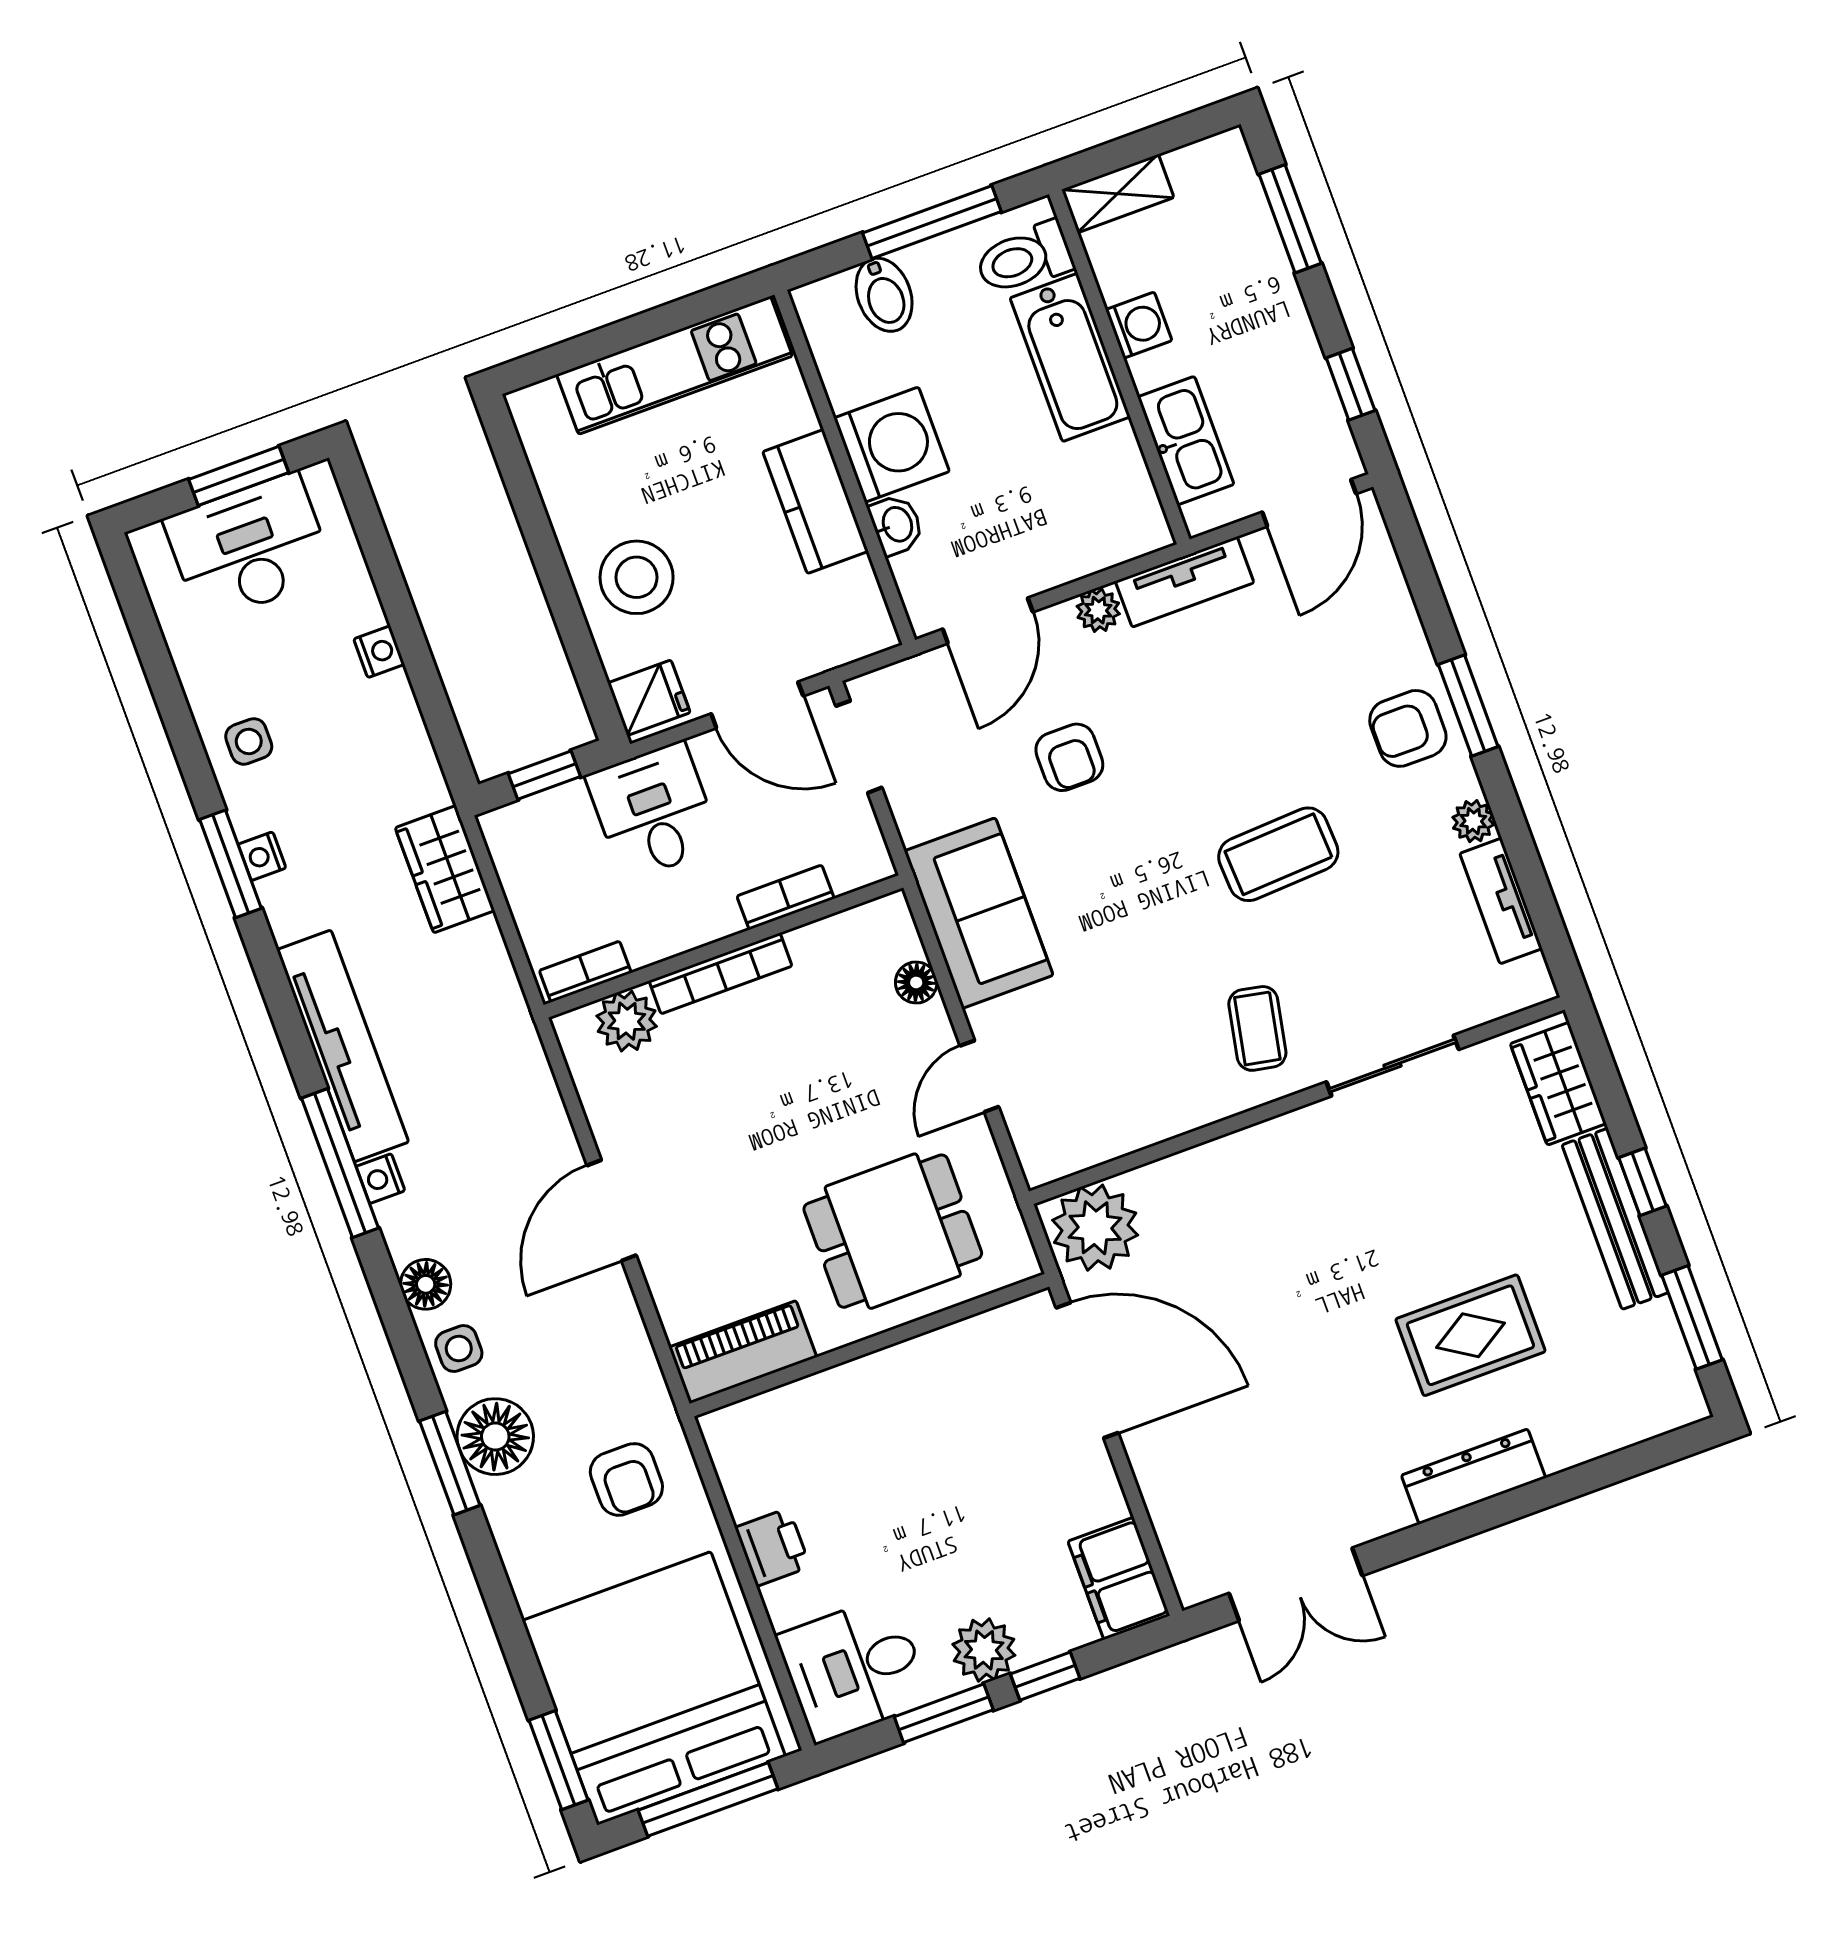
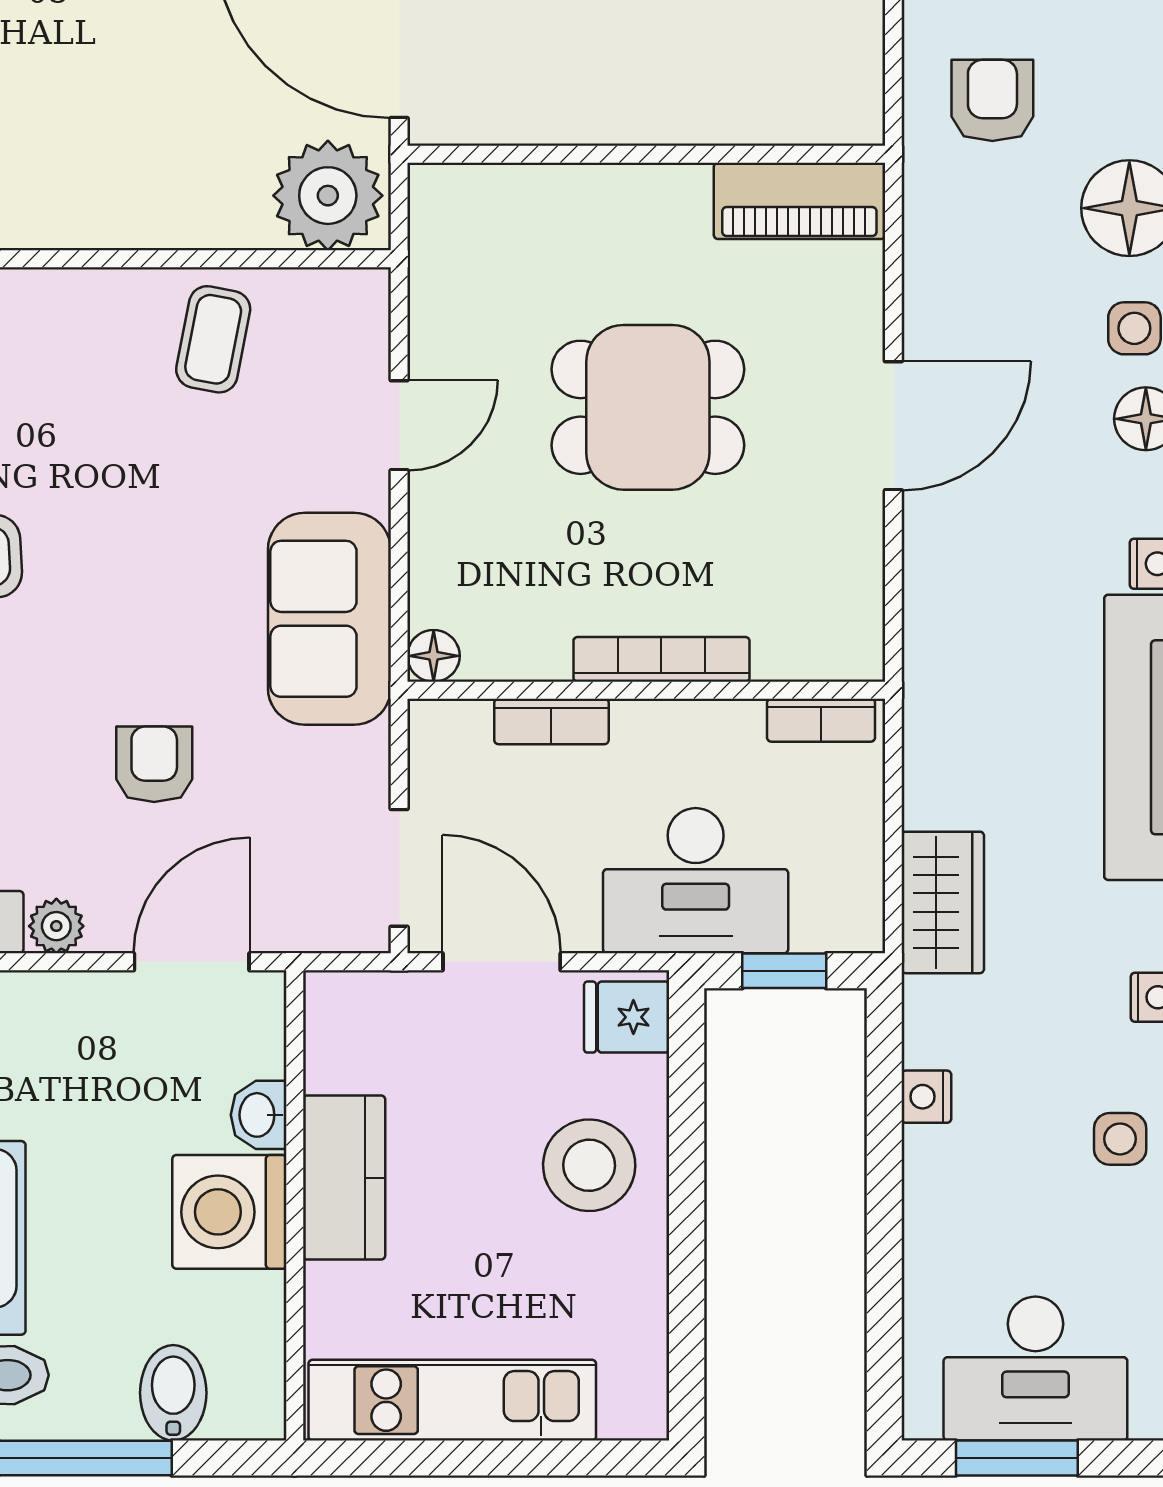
nightstand: (379, 652) -> (926, 1097), moved
desk: (654, 811) -> (696, 881), width x1.37
floor lamp: (916, 983) -> (434, 656), moved
plant: (627, 1021) -> (793, 644), removed
coffee table: (1257, 1028) -> (213, 339), moved
dining table: (893, 1231) -> (648, 407), moved

